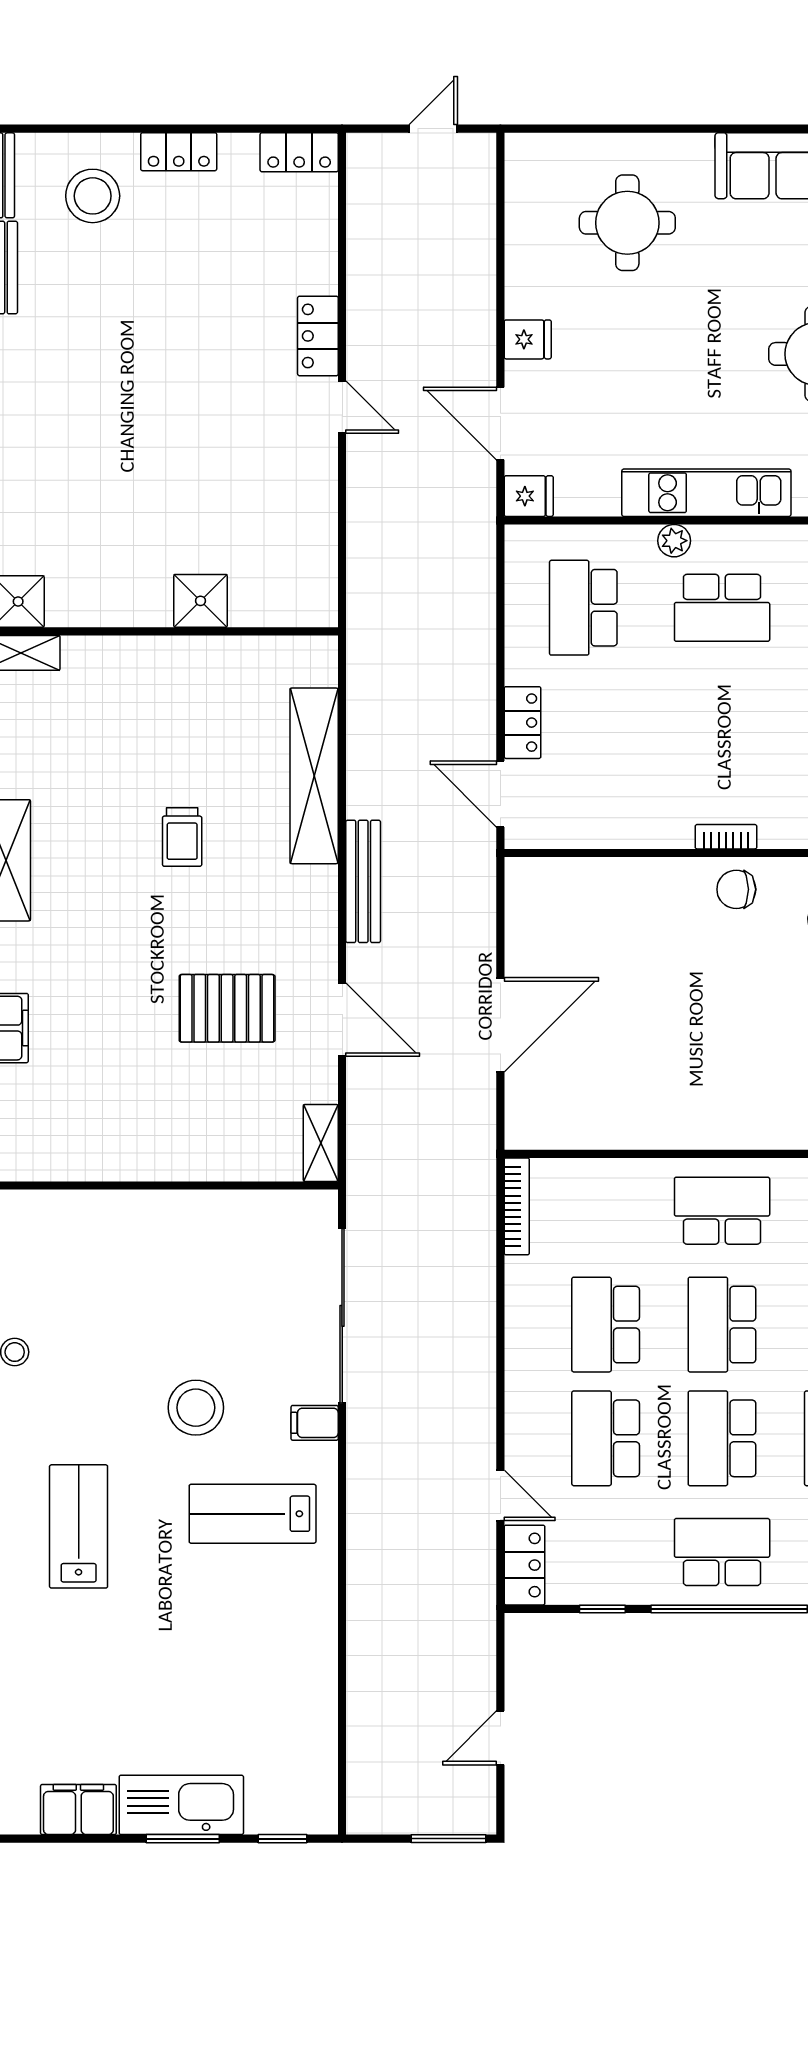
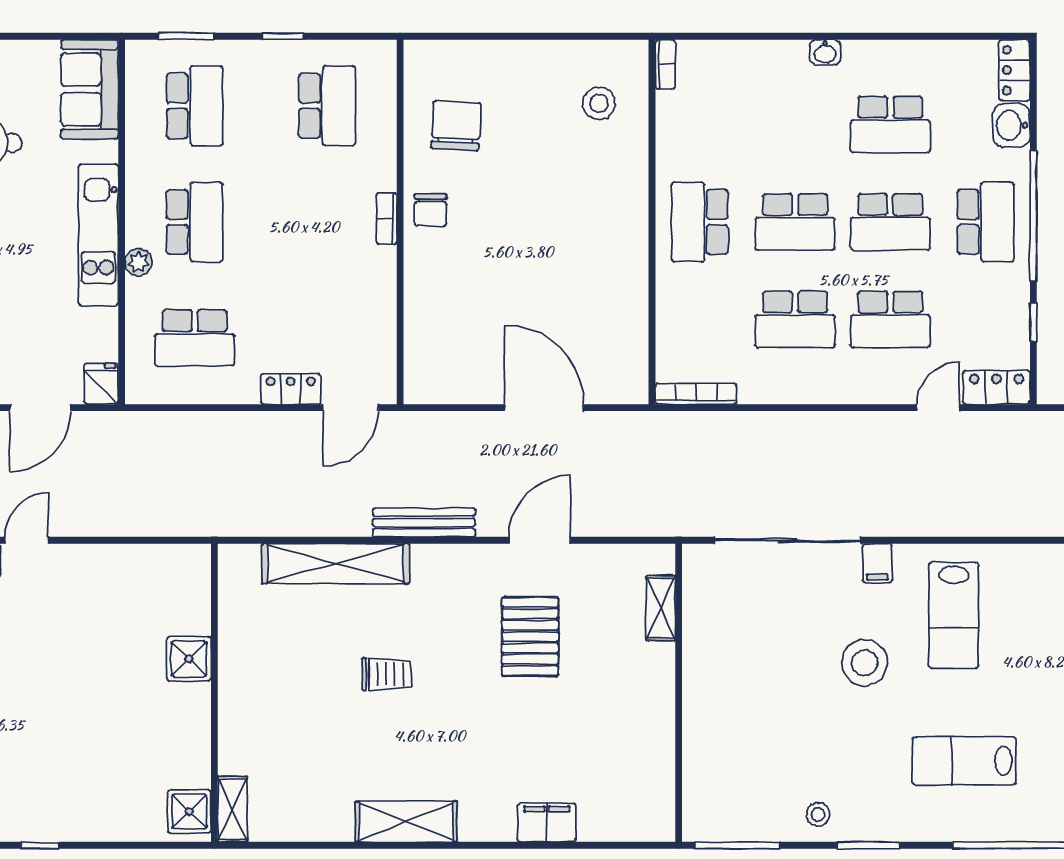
shelving: (321, 1143) -> (661, 608), moved, turned 90
school desk: (722, 1552) -> (986, 222), turned 180

